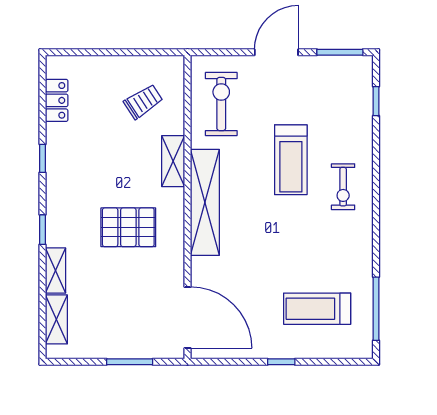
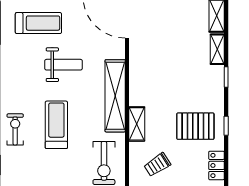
exercise bike: (343, 187) -> (15, 129), moved
pallet: (128, 227) -> (195, 126), moved
weight bench: (280, 248) -> (63, 65), added

